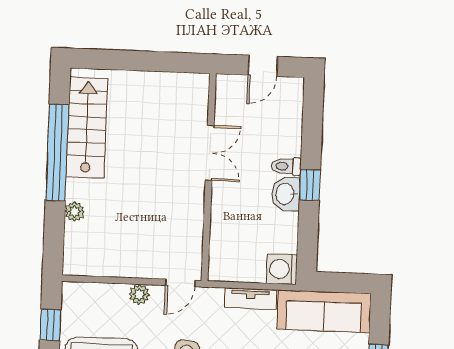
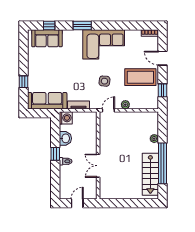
washbasin: (286, 194) -> (65, 138), moved

